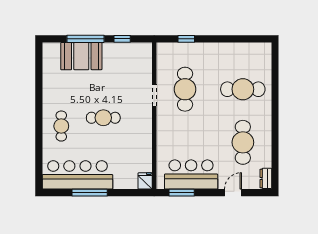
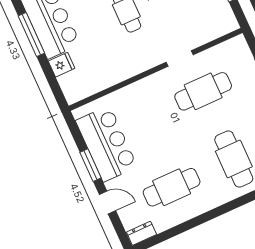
fridge: (145, 181) -> (62, 65), moved
window: (182, 193) -> (91, 165), moved

